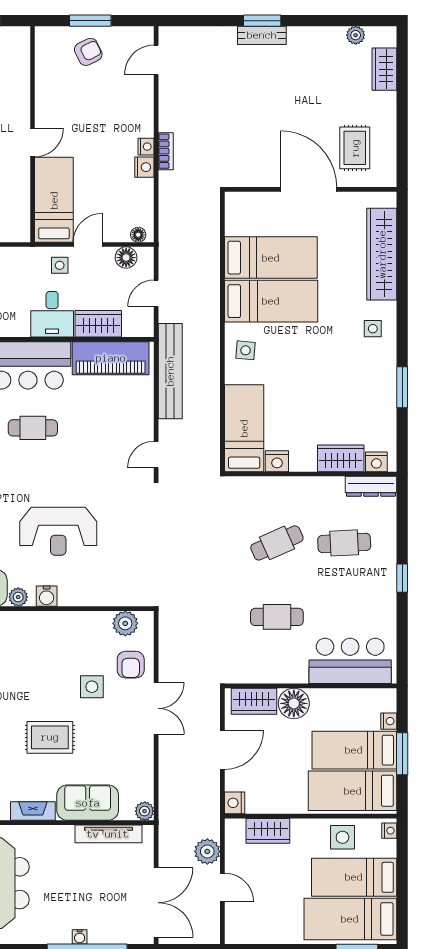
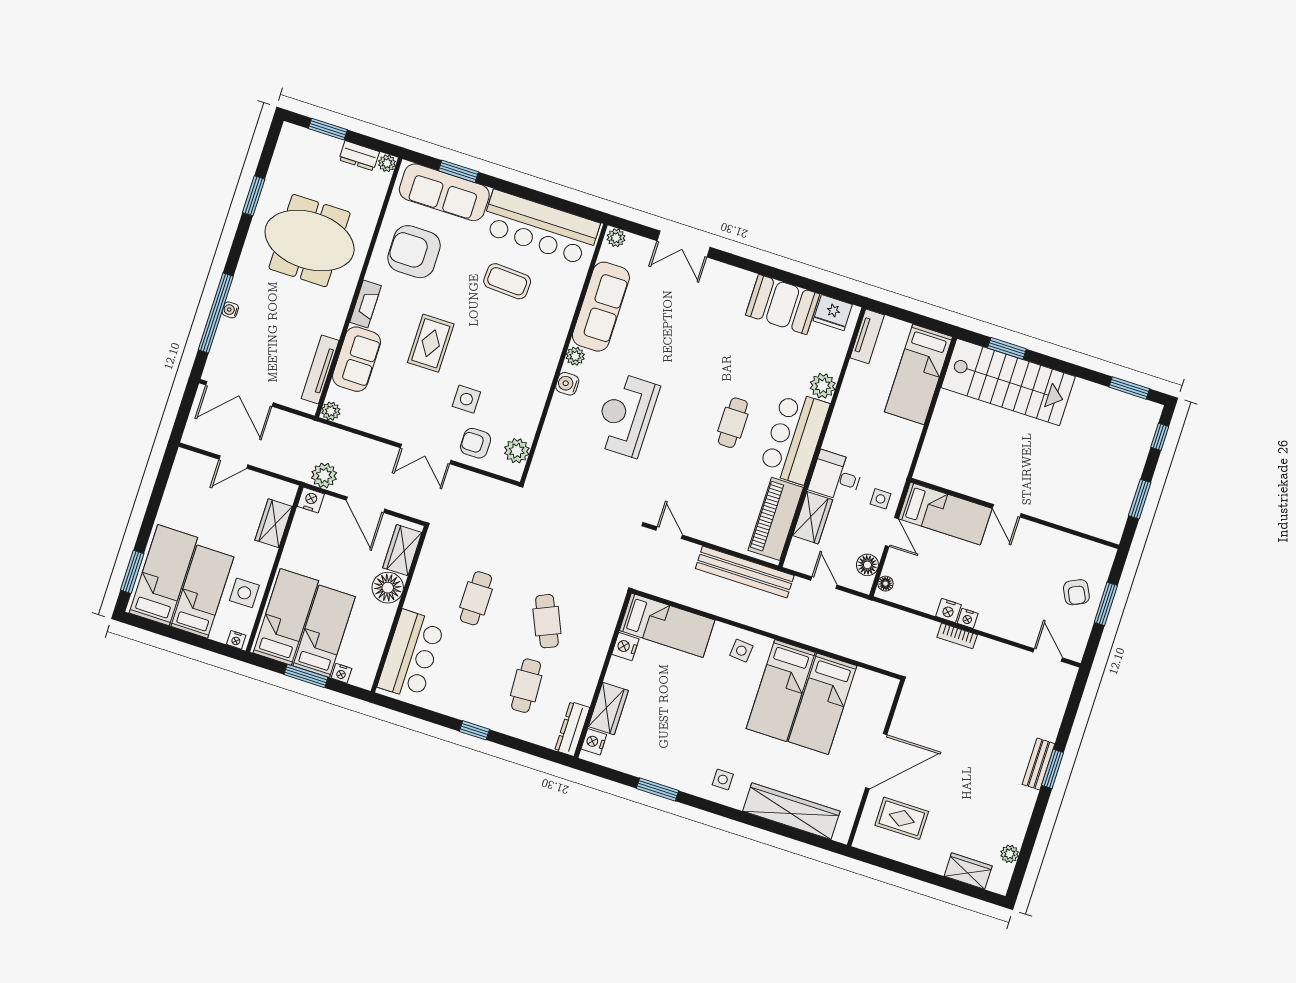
plant: (207, 851) -> (324, 475), moved

